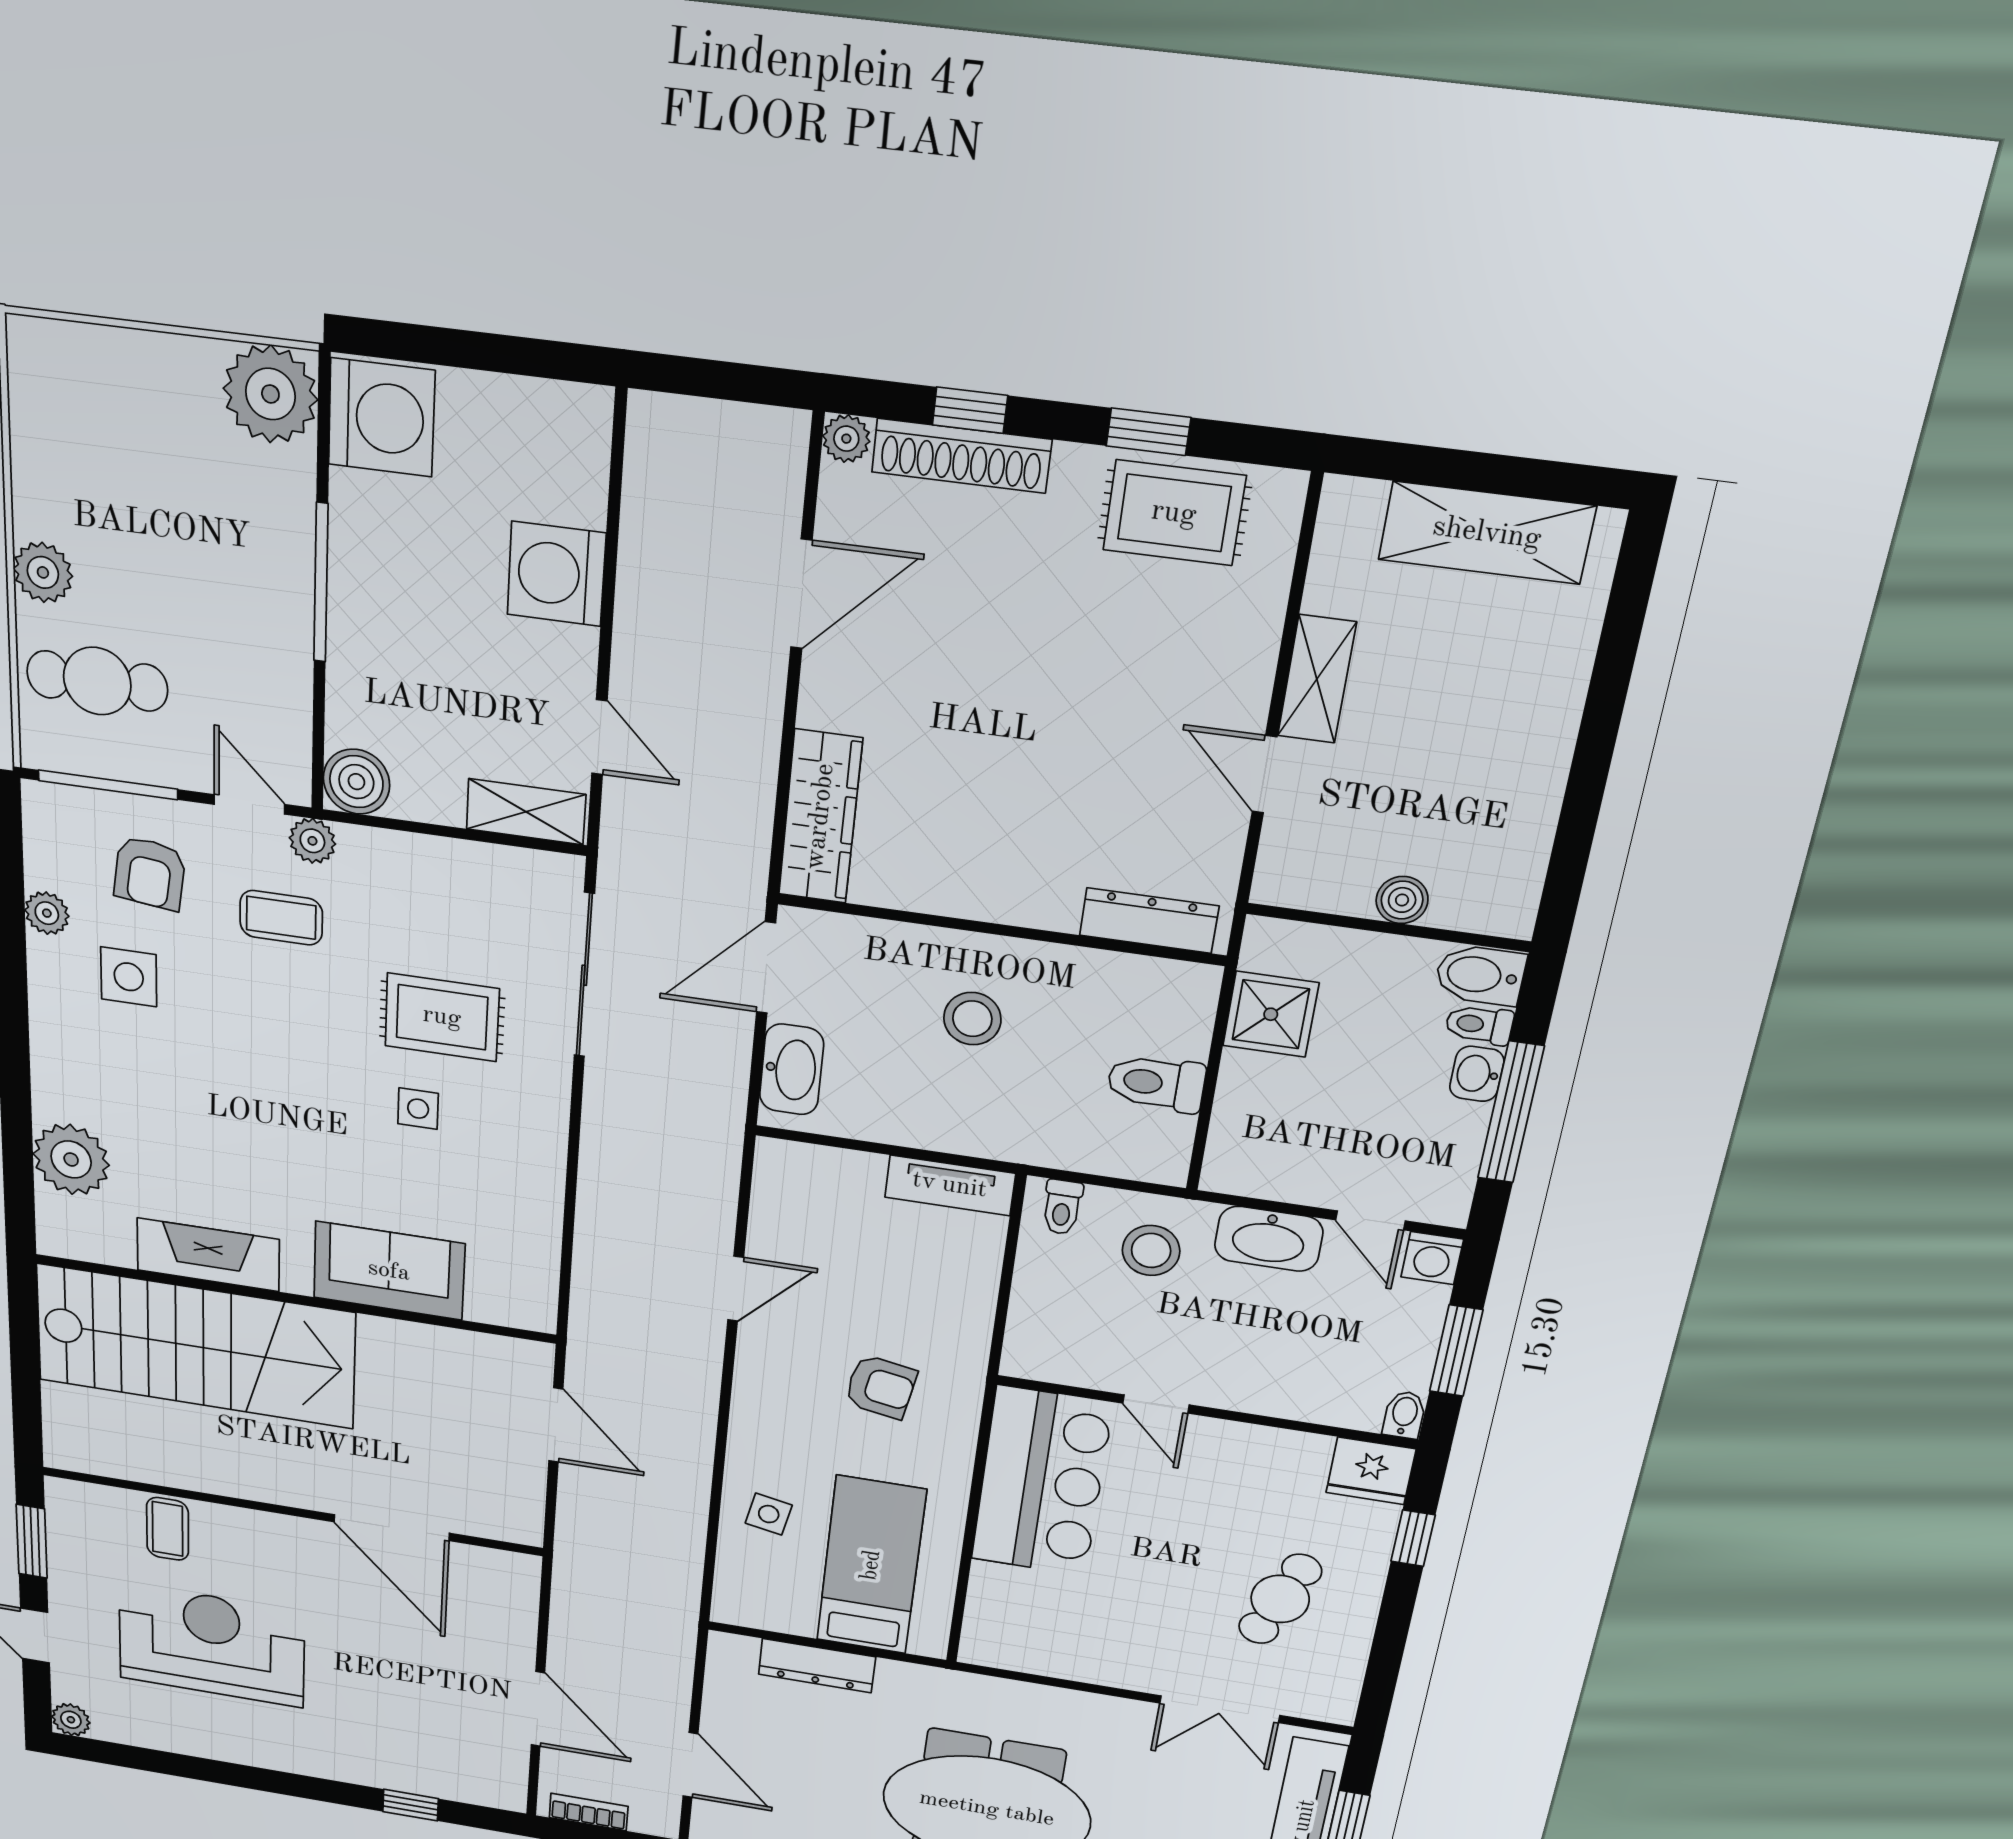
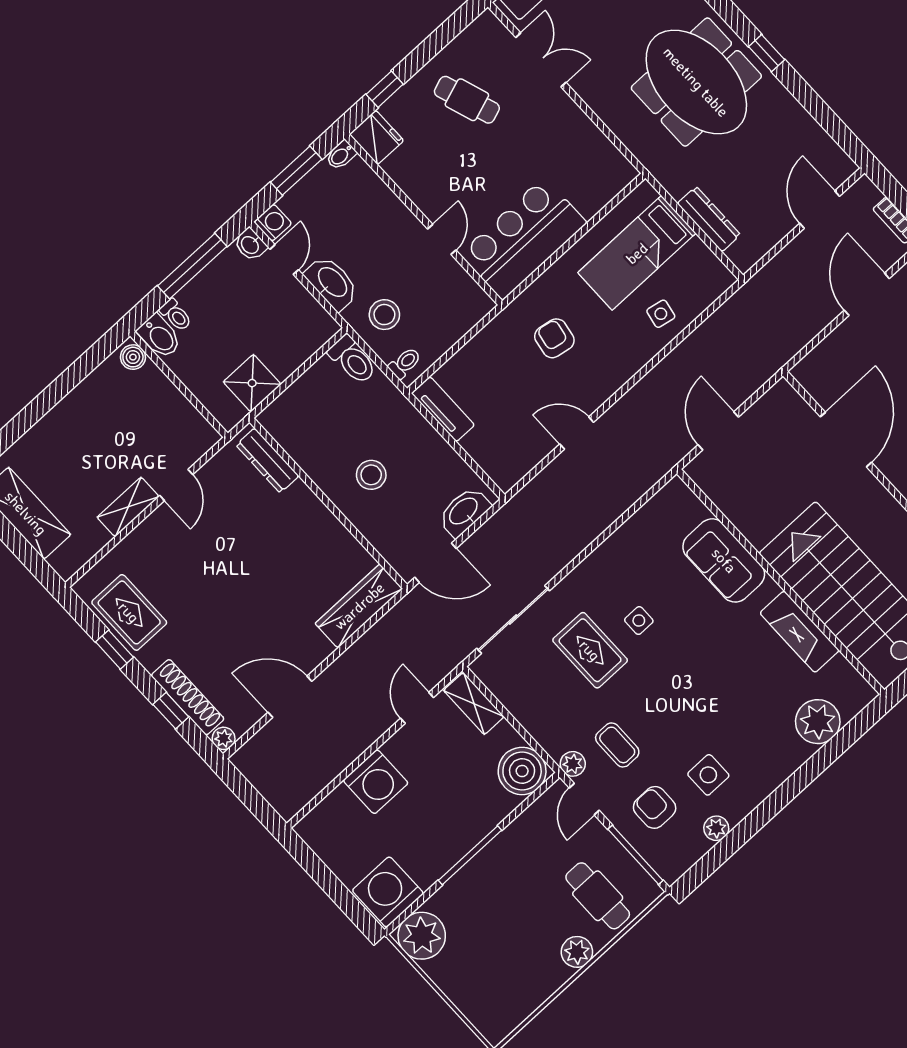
boiler: (356, 782) -> (522, 771), width x1.37, depth x1.37
armchair: (150, 873) -> (655, 807), turned -97
boiler: (1402, 900) -> (133, 357), moved
washbasin: (1477, 1074) -> (250, 245), moved, turned 90
toilet: (1156, 1083) -> (352, 360), moved
cafe table: (1280, 1599) -> (467, 100), turned 50

